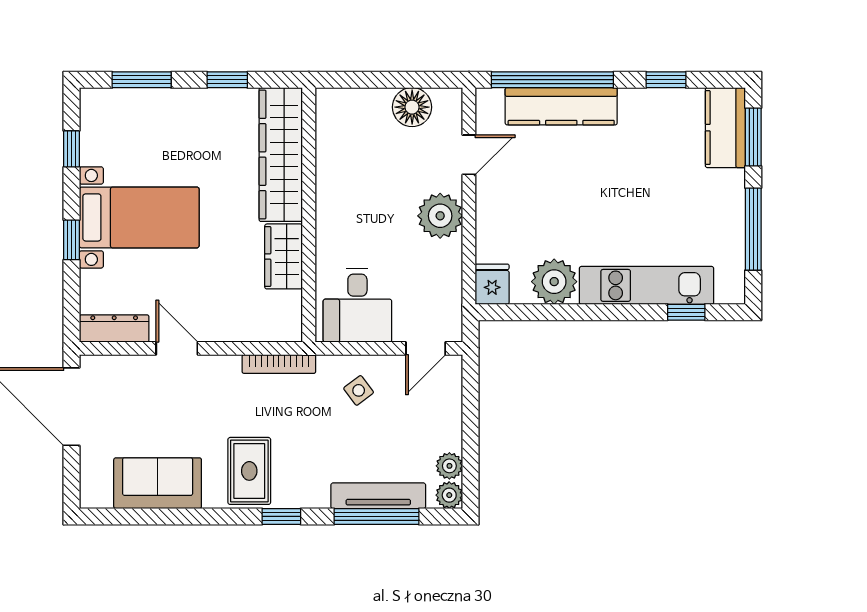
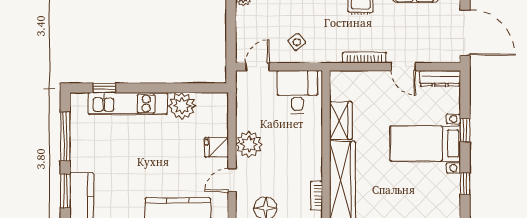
bookcase: (325, 129) -> (316, 196), added
fridge: (492, 284) -> (216, 147), moved, turned 90
bookcase: (279, 364) -> (364, 57), moved

